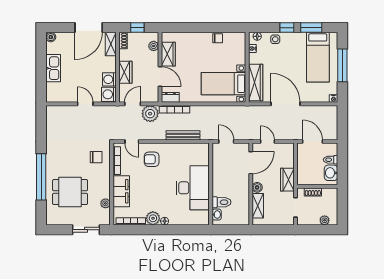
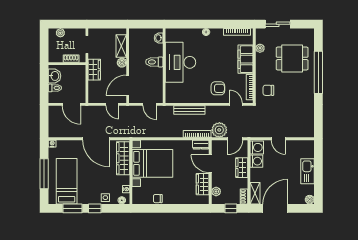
bed with nightstands: (224, 84) -> (152, 163), width x1.36
toilet: (221, 202) -> (154, 62), moved
plant: (153, 218) -> (217, 35), removed

